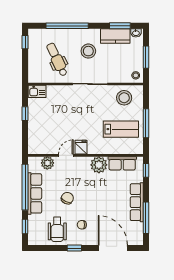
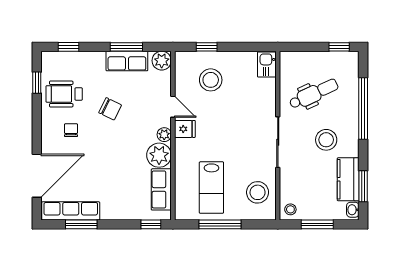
window: (25, 114) -> (207, 47), moved
stool: (48, 130) -> (211, 80), added
plant: (85, 161) -> (164, 135), added
plant: (47, 163) -> (162, 61), moved
window: (25, 187) -> (126, 47), width x0.47
row of seats: (35, 193) -> (127, 61), width x0.68
row of seats: (137, 202) -> (71, 211), moved
window: (146, 218) -> (81, 224), width x0.69
window: (74, 248) -> (37, 83), moved

